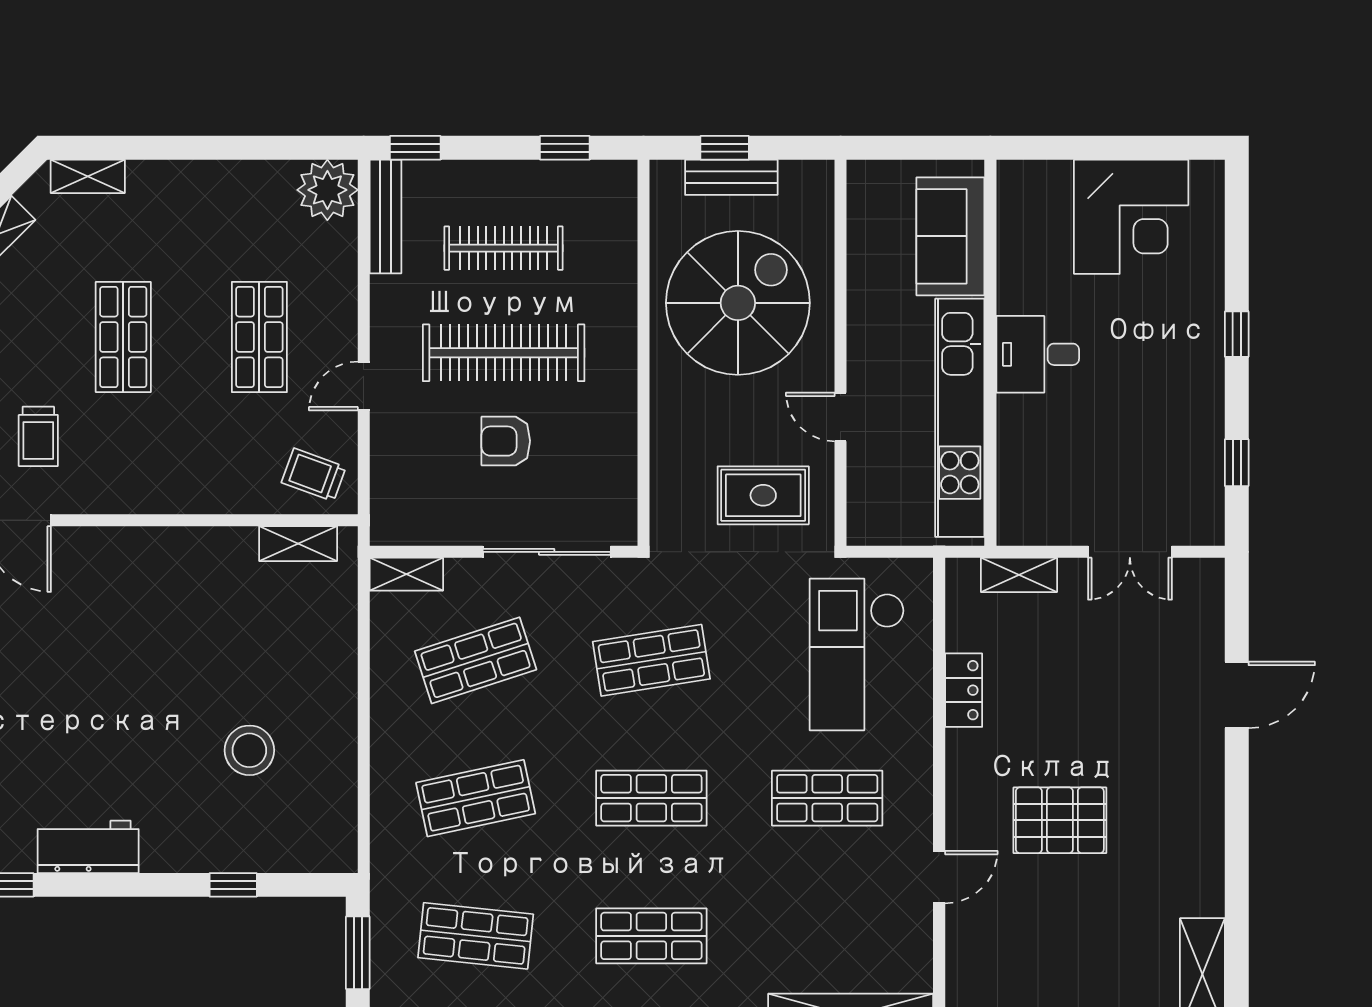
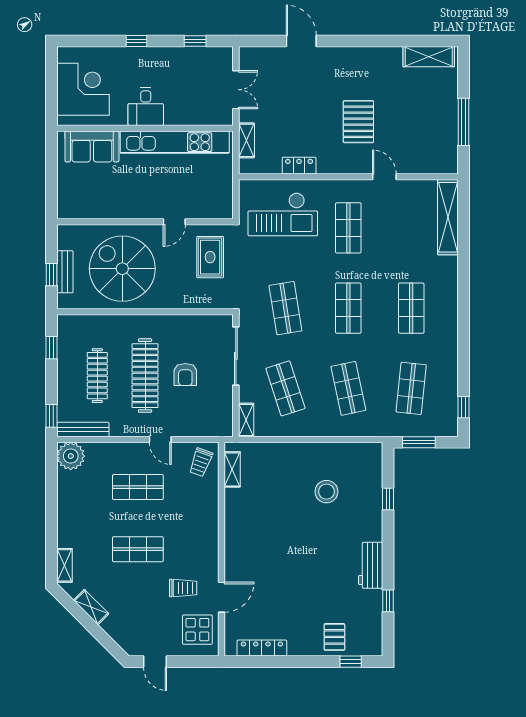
sofa: (950, 236) -> (92, 146), moved
wall: (990, 353) -> (145, 128), moved
desk: (1038, 354) -> (146, 107), moved
kitchen unit: (960, 418) -> (175, 142), moved

